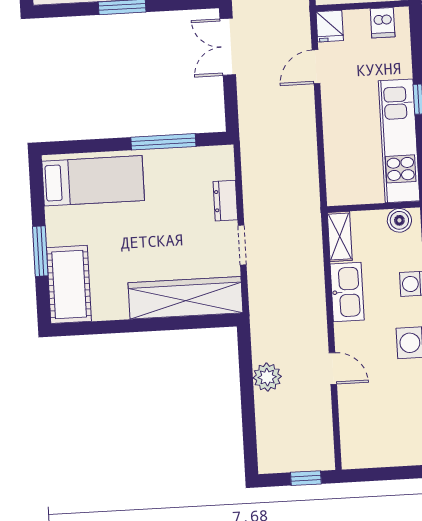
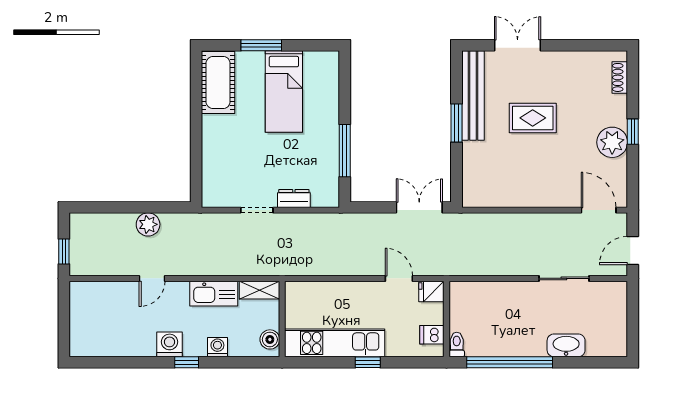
bed: (93, 181) -> (284, 91), moved
cot: (69, 284) -> (218, 83), moved, turned 90
wardrobe: (186, 298) -> (216, 161), removed

